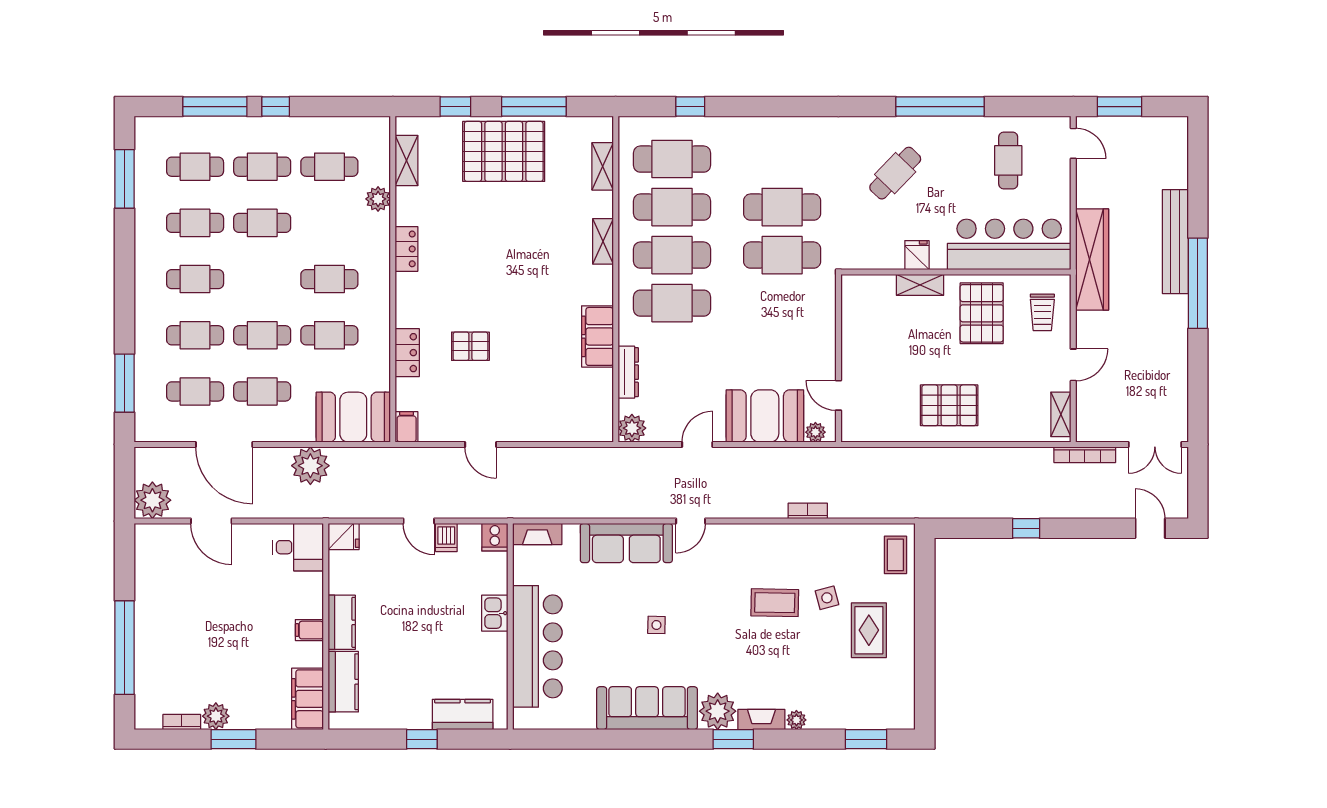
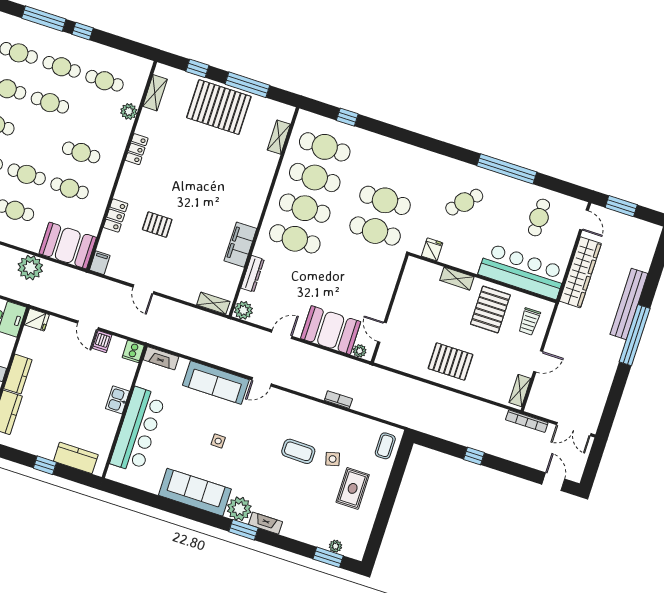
shelving: (603, 241) -> (213, 303), moved, turned 90
fridge: (917, 255) -> (432, 249), moved
wardrobe: (1092, 259) -> (580, 272), moved
plant: (796, 720) -> (335, 546), moved

